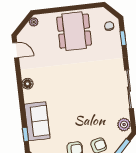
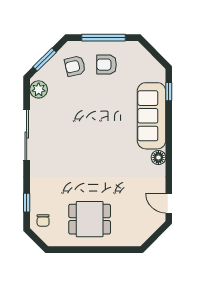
plant: (34, 22) -> (141, 237), removed
dining table: (74, 31) -> (90, 219), width x0.73
sofa: (37, 121) -> (152, 116), width x1.36

